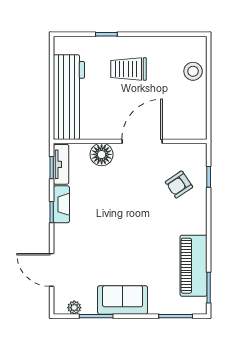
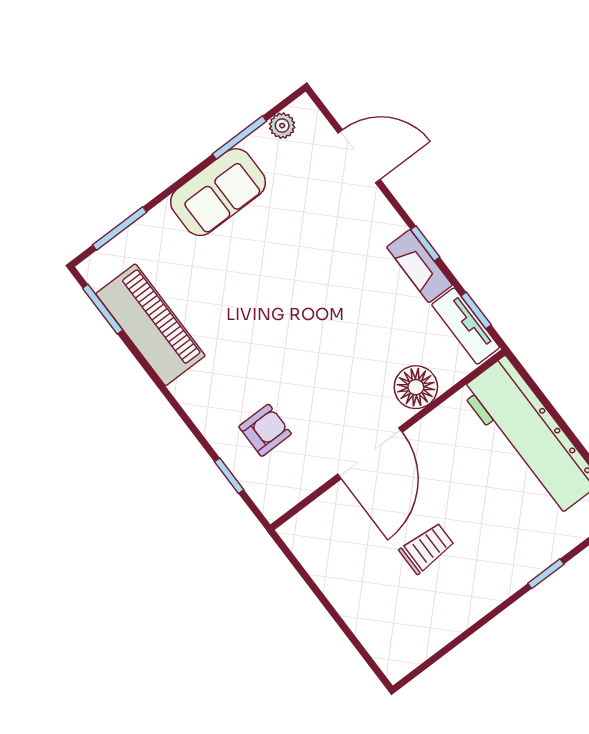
trolley: (129, 69) -> (427, 548), moved, width x0.73, depth x0.72
stool: (193, 71) -> (373, 617), removed
armchair: (179, 185) -> (265, 430), turned 34

